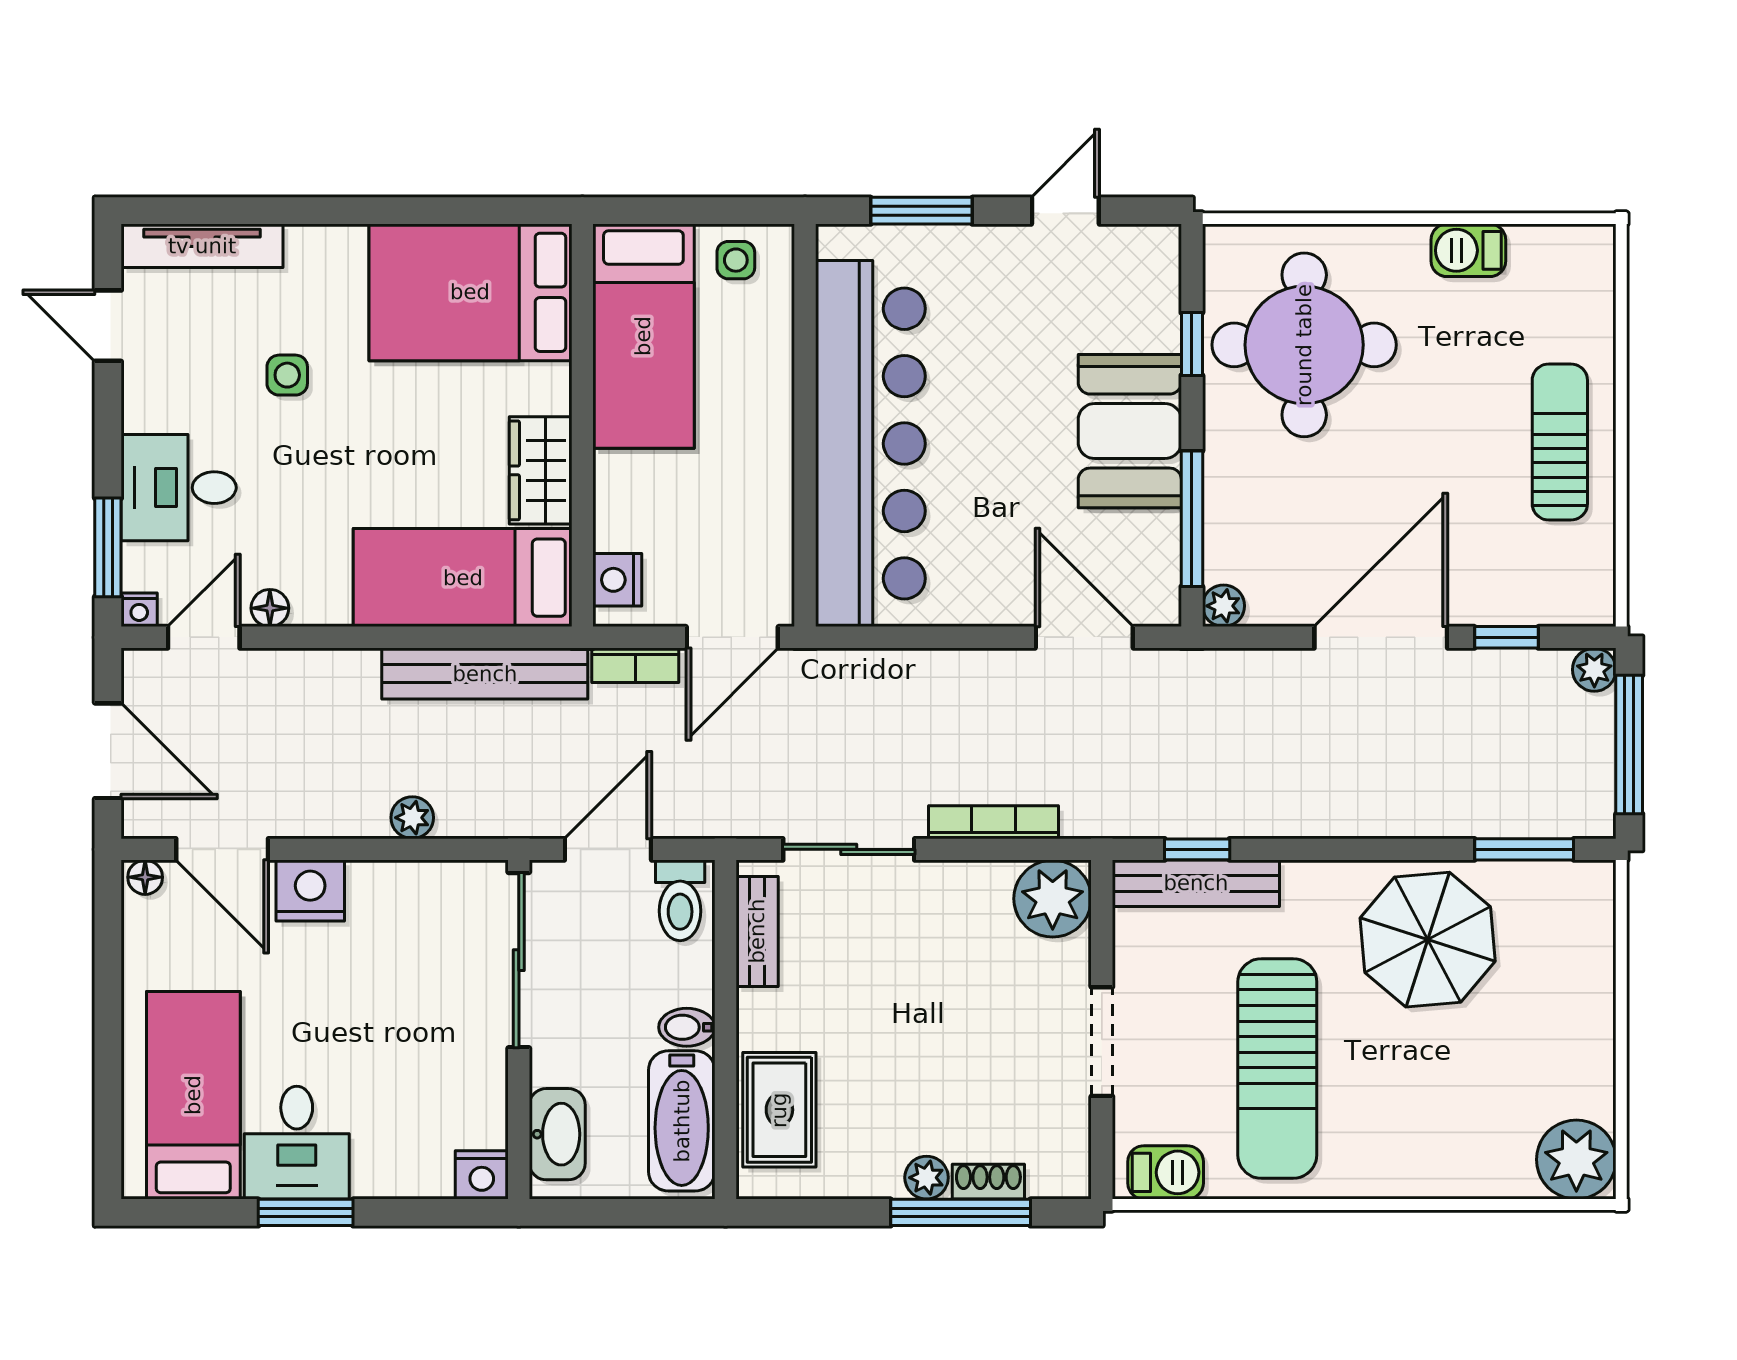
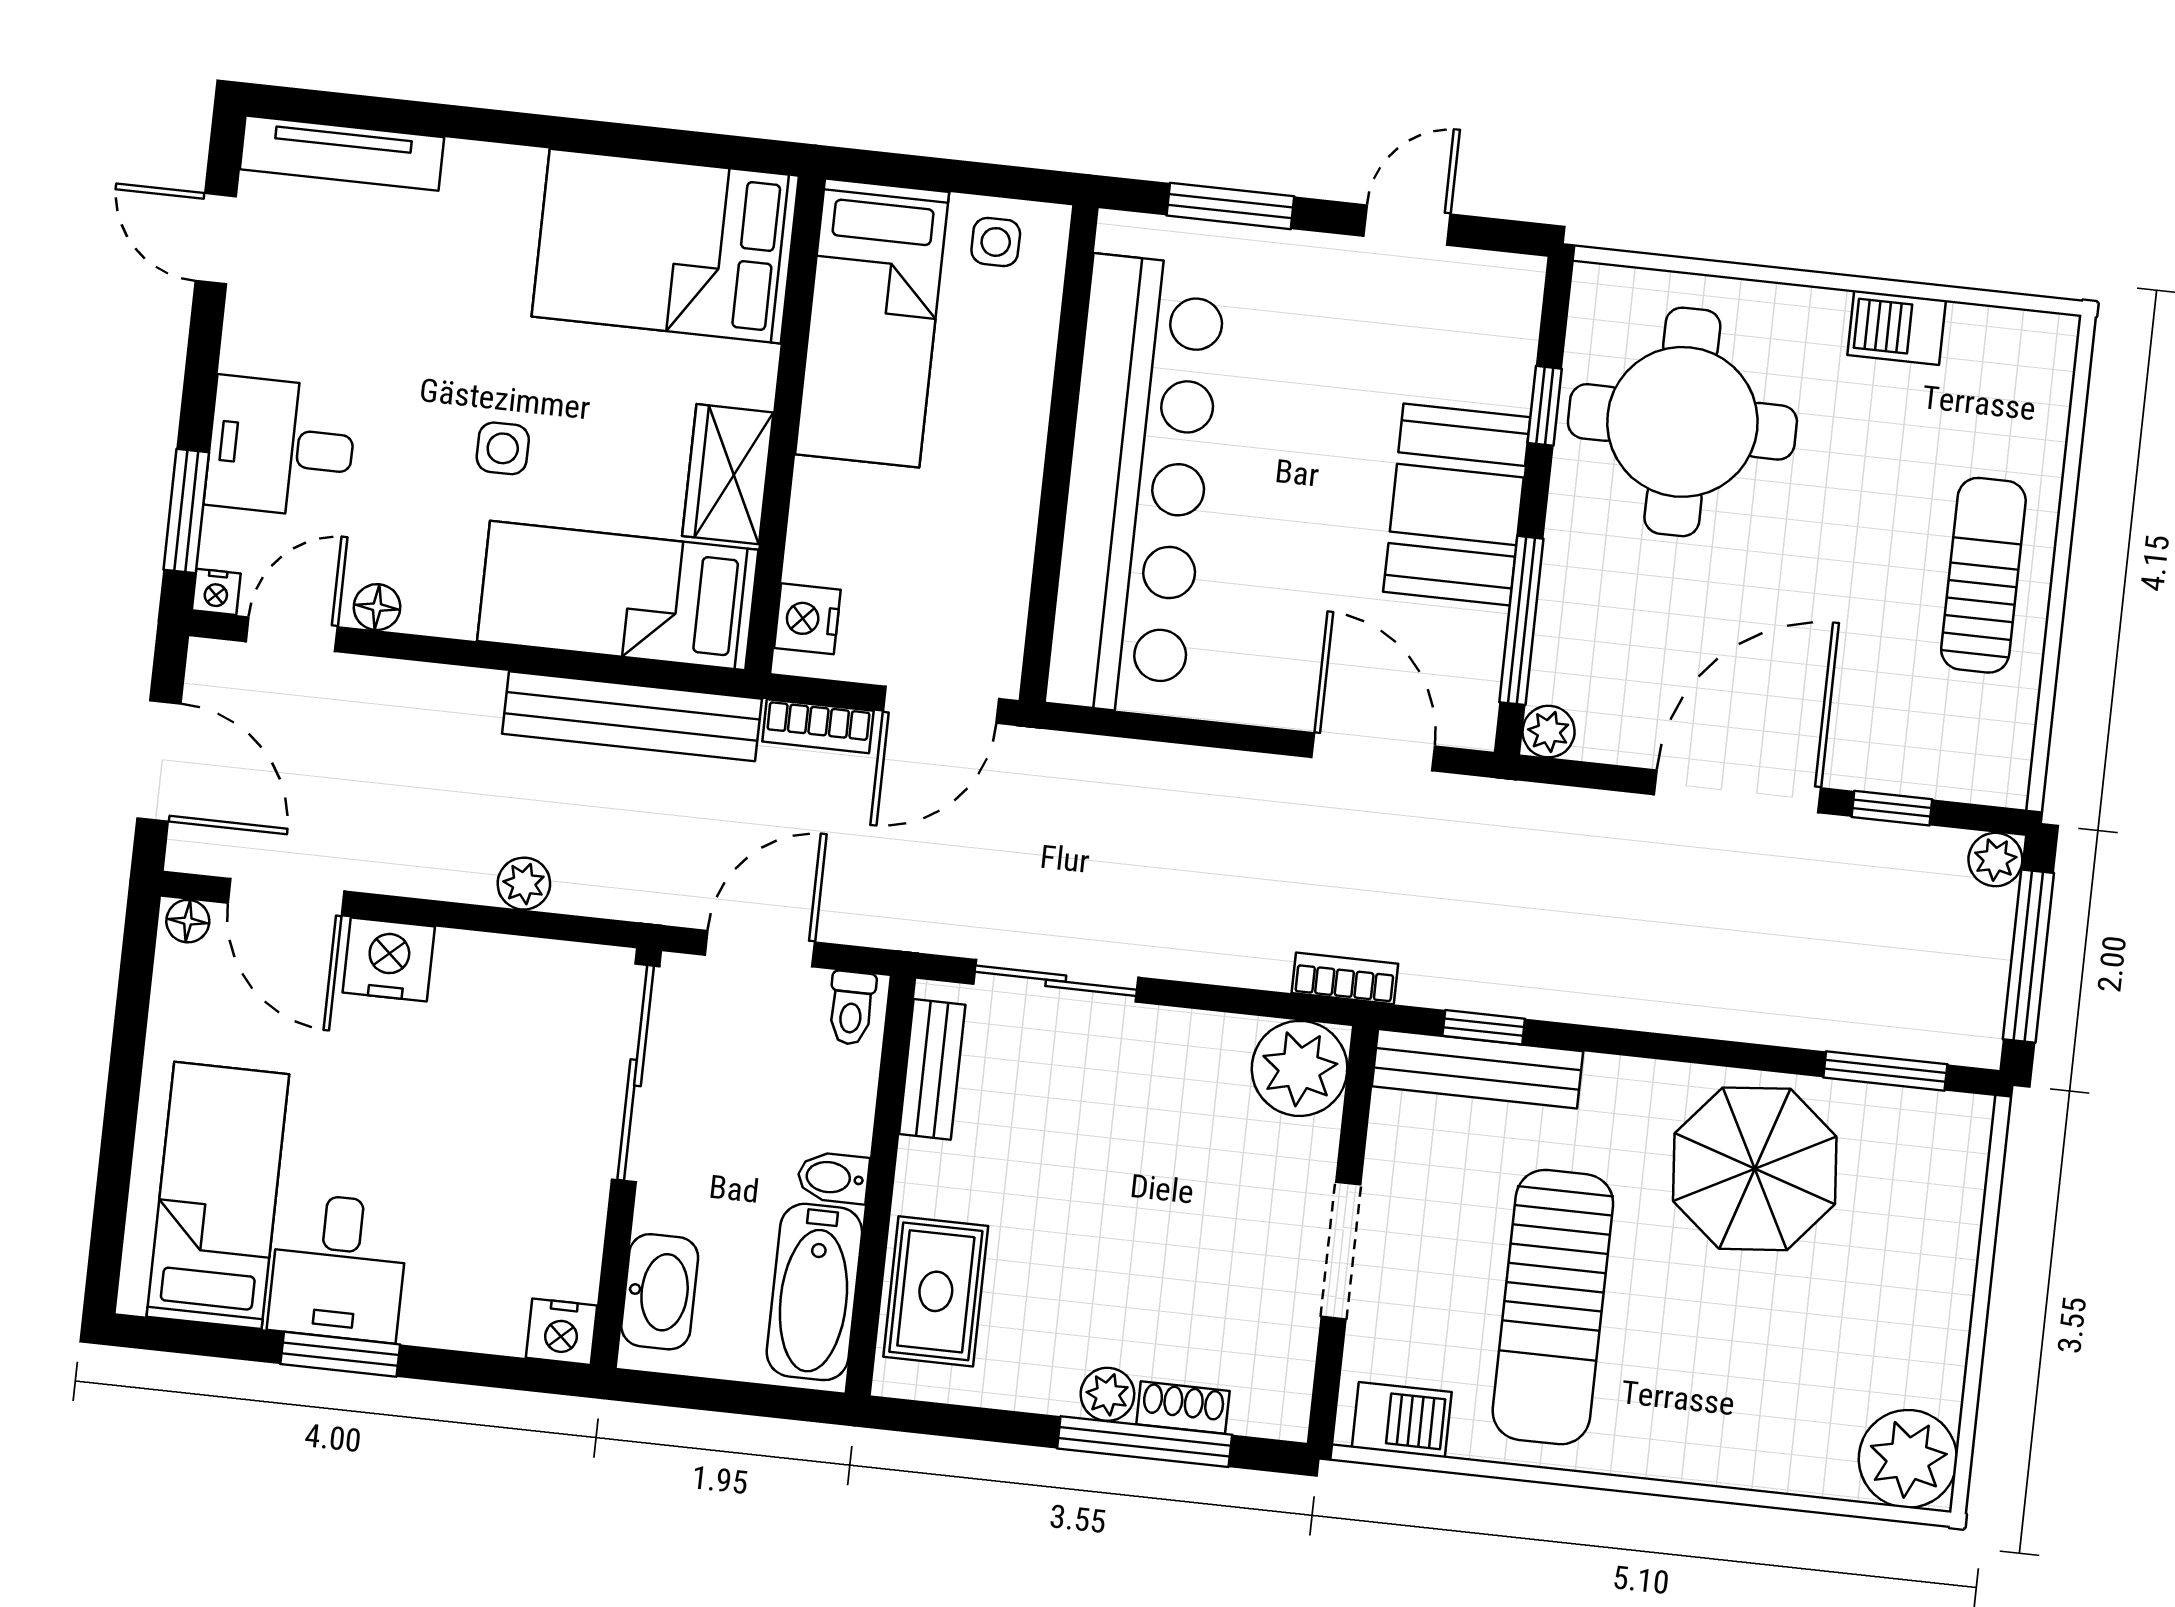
side table: (287, 375) -> (503, 448), moved
bookcase: (993, 822) -> (1345, 978), moved, width x0.64
toilet: (680, 900) -> (851, 1008), width x0.73, depth x0.72

